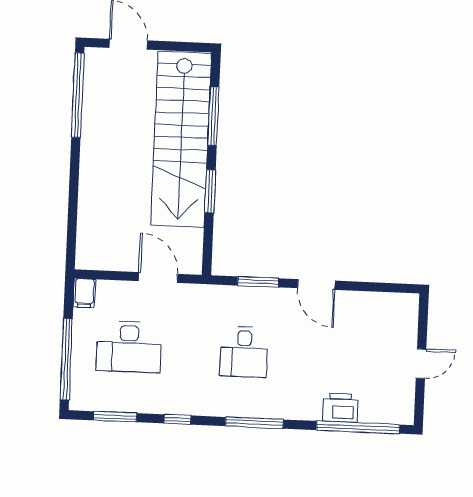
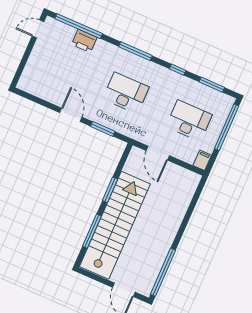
desk: (244, 352) -> (126, 93), width x1.37
door: (421, 364) -> (38, 29), moved

